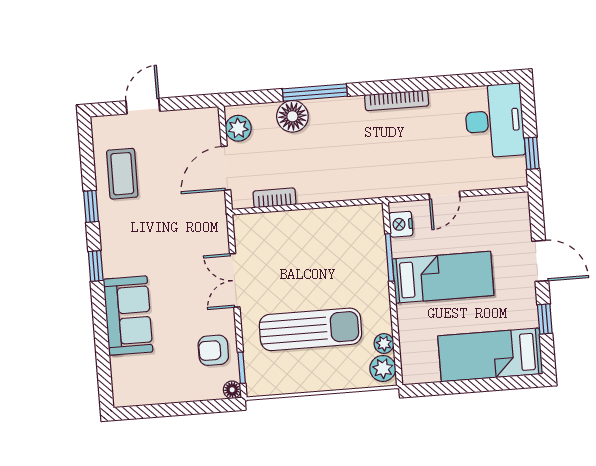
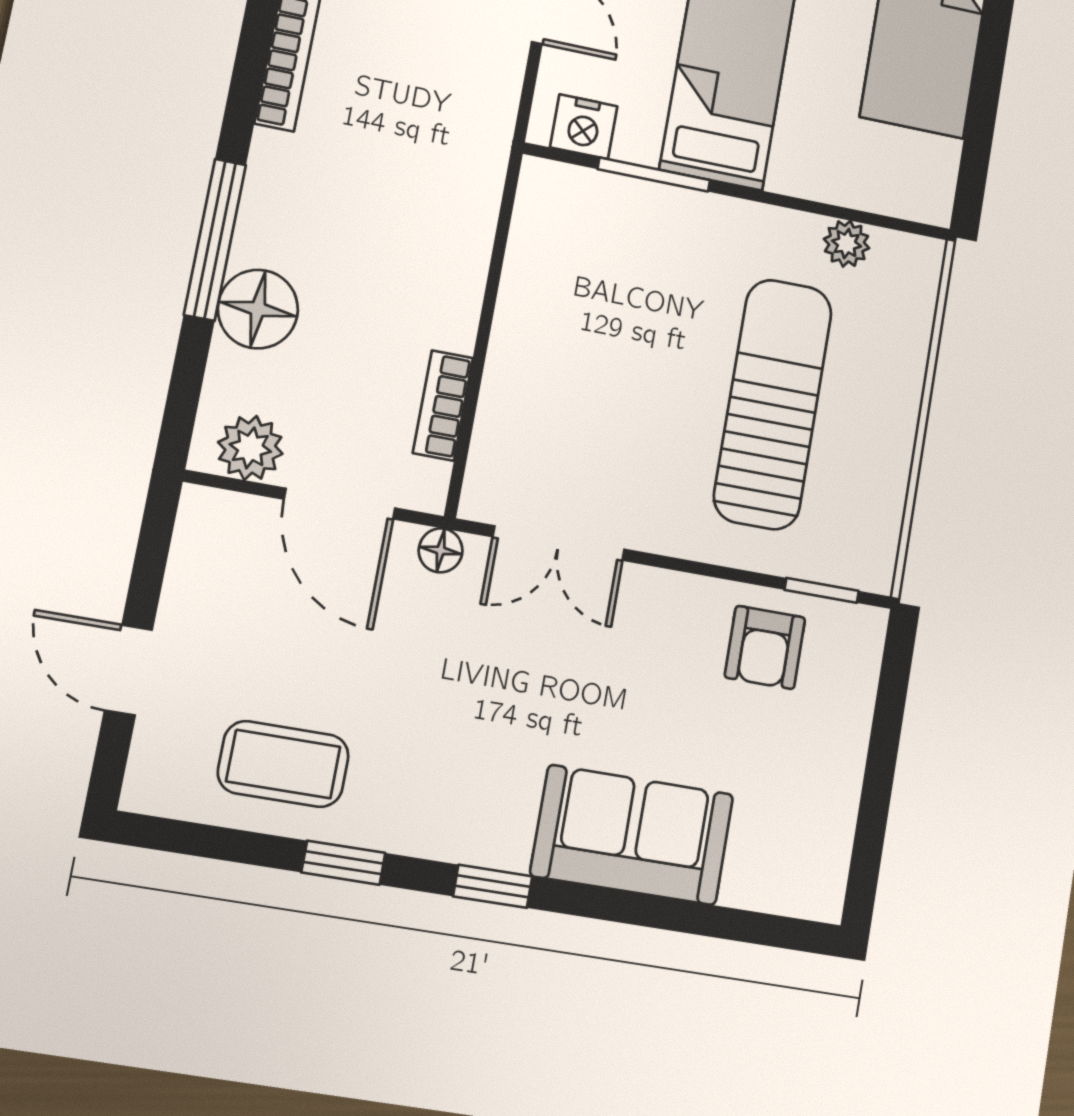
double door: (235, 280) -> (559, 543), moved
plant: (383, 368) -> (902, 262), removed
floor lamp: (232, 390) -> (441, 550), moved

